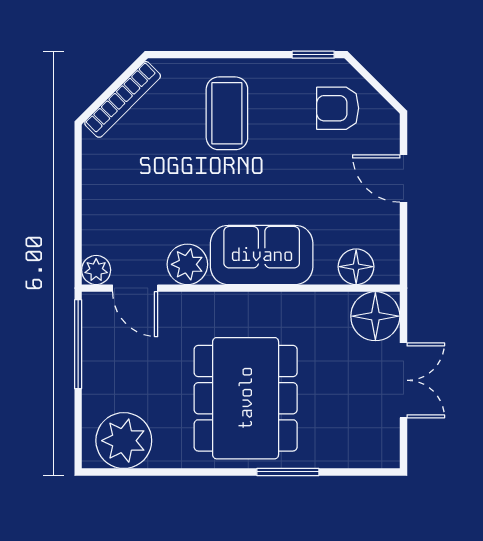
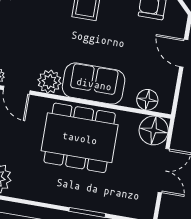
dining table: (246, 398) -> (80, 138), moved, turned 90

